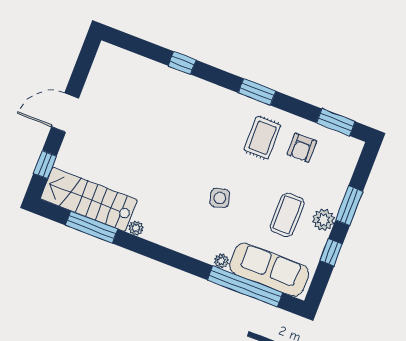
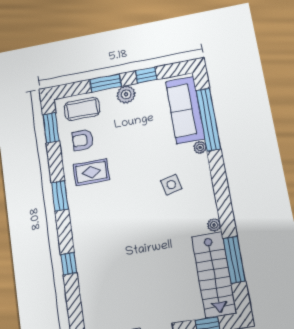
armchair: (302, 148) -> (83, 140), turned 180
side table: (220, 198) -> (171, 185), moved
coffee table: (287, 215) -> (82, 109), moved

